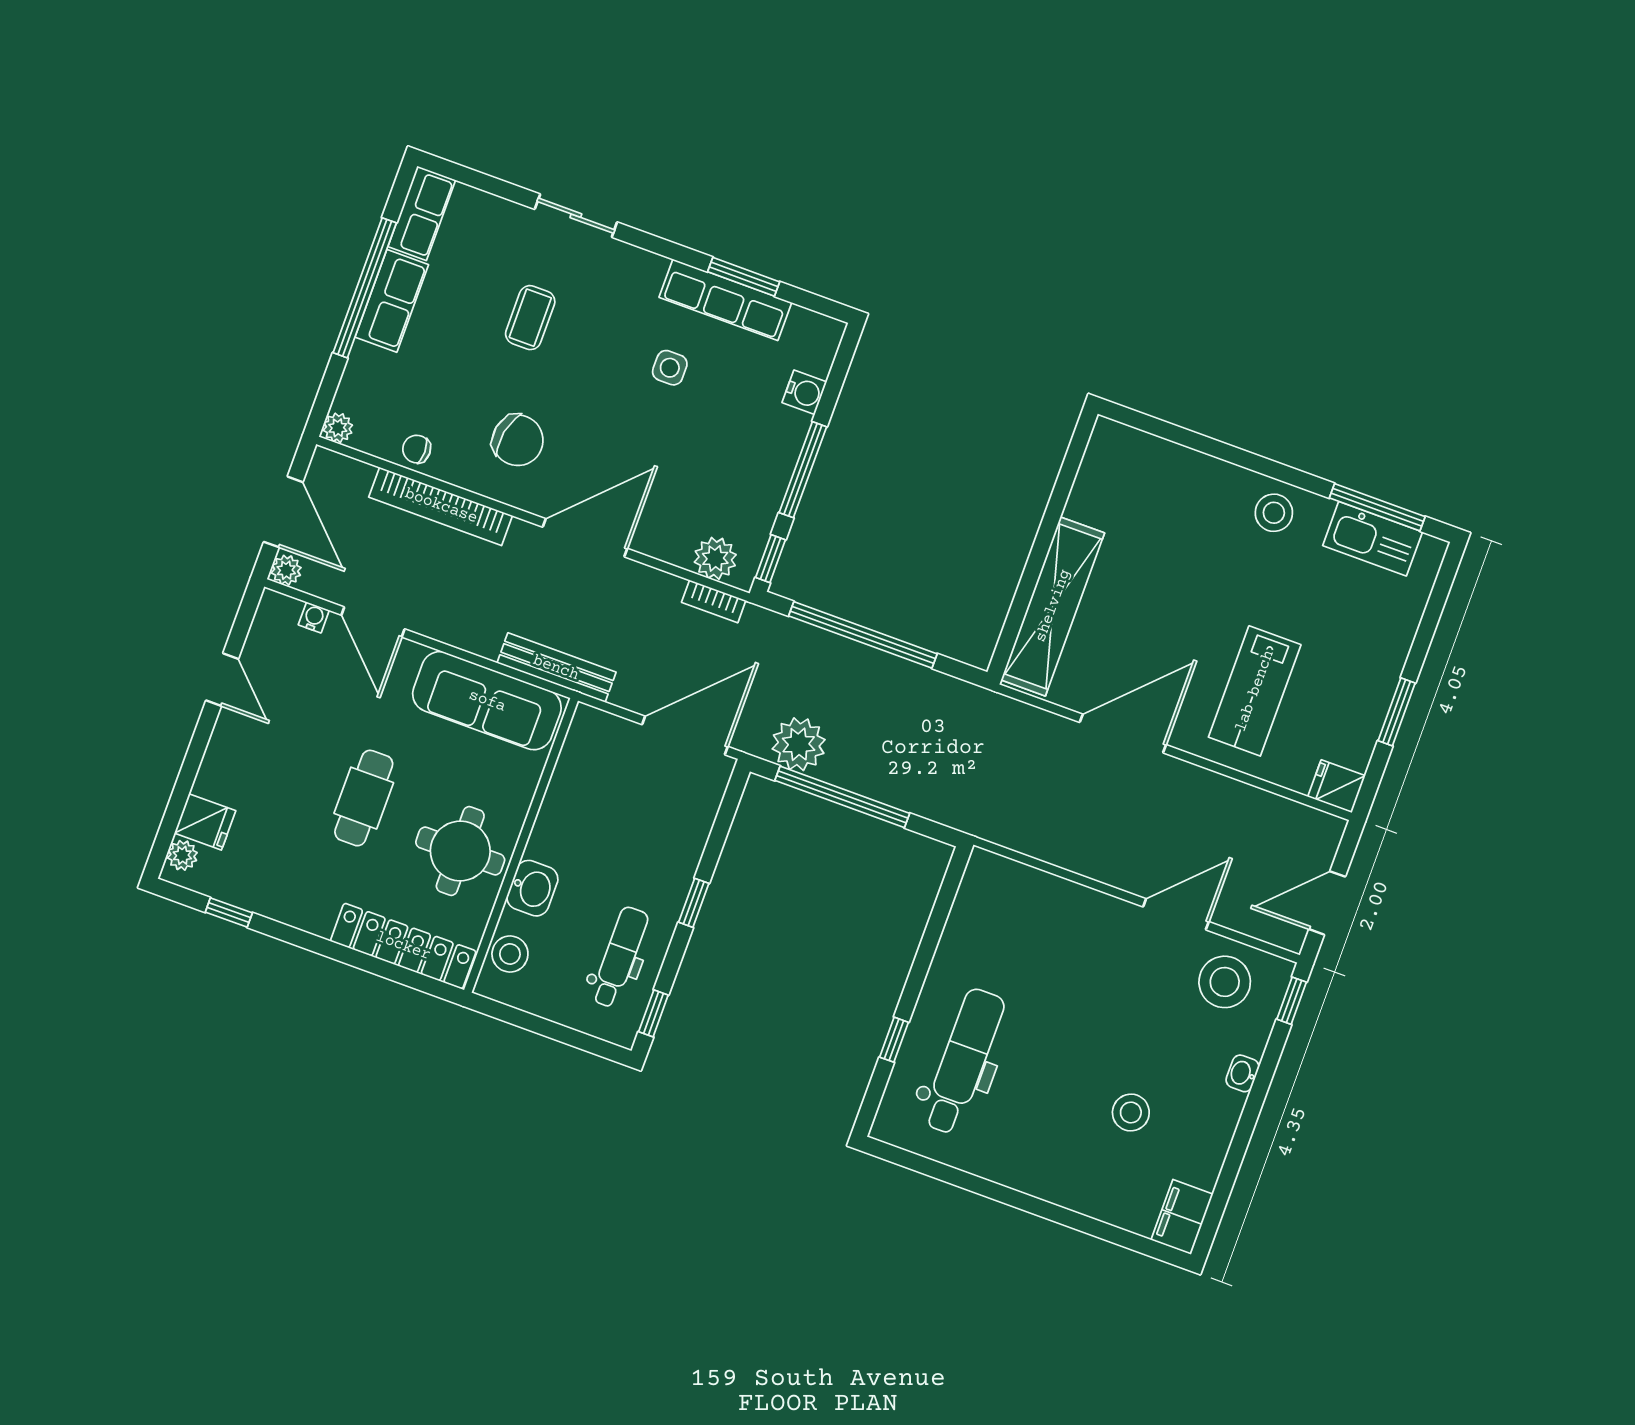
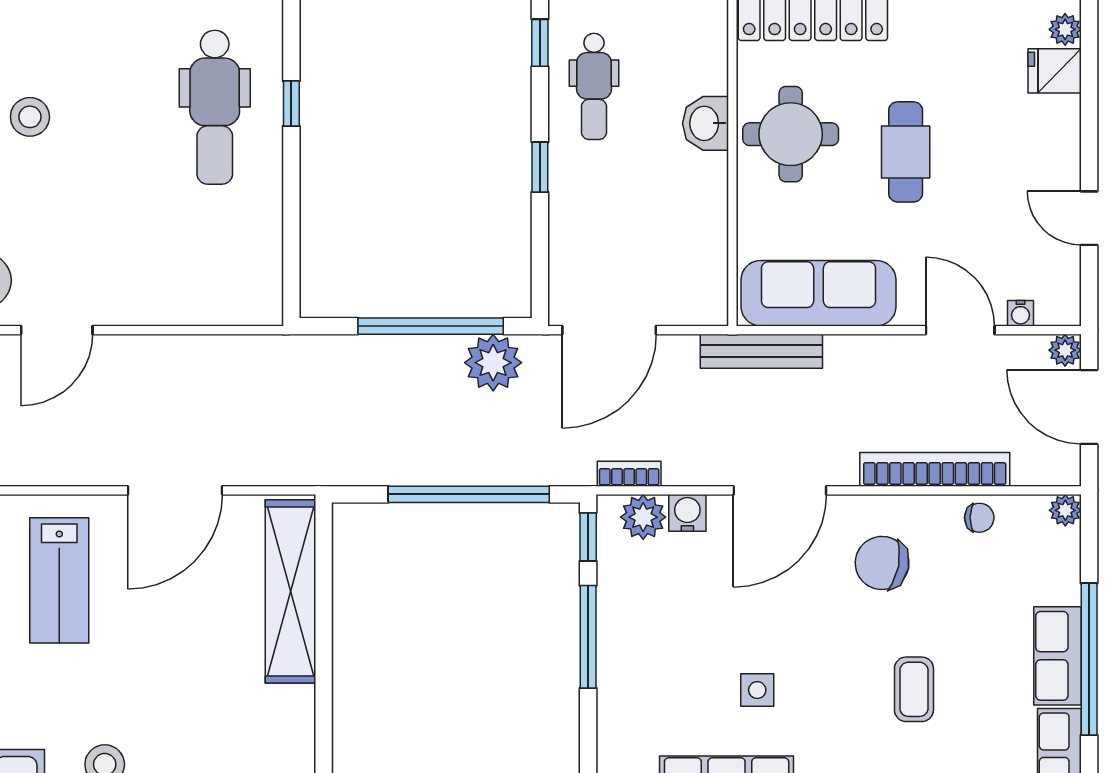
water cooler: (804, 392) -> (687, 513), moved, turned 90
lab bench: (1255, 691) -> (59, 580), turned 180
stool: (510, 954) -> (704, 50), removed

